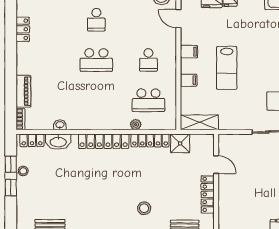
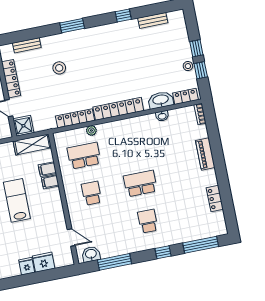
filing cabinet: (189, 52) -> (47, 169), moved
piano: (23, 91) -> (205, 154), moved
shower: (180, 143) -> (23, 126), moved
stool: (144, 208) -> (59, 68), moved

